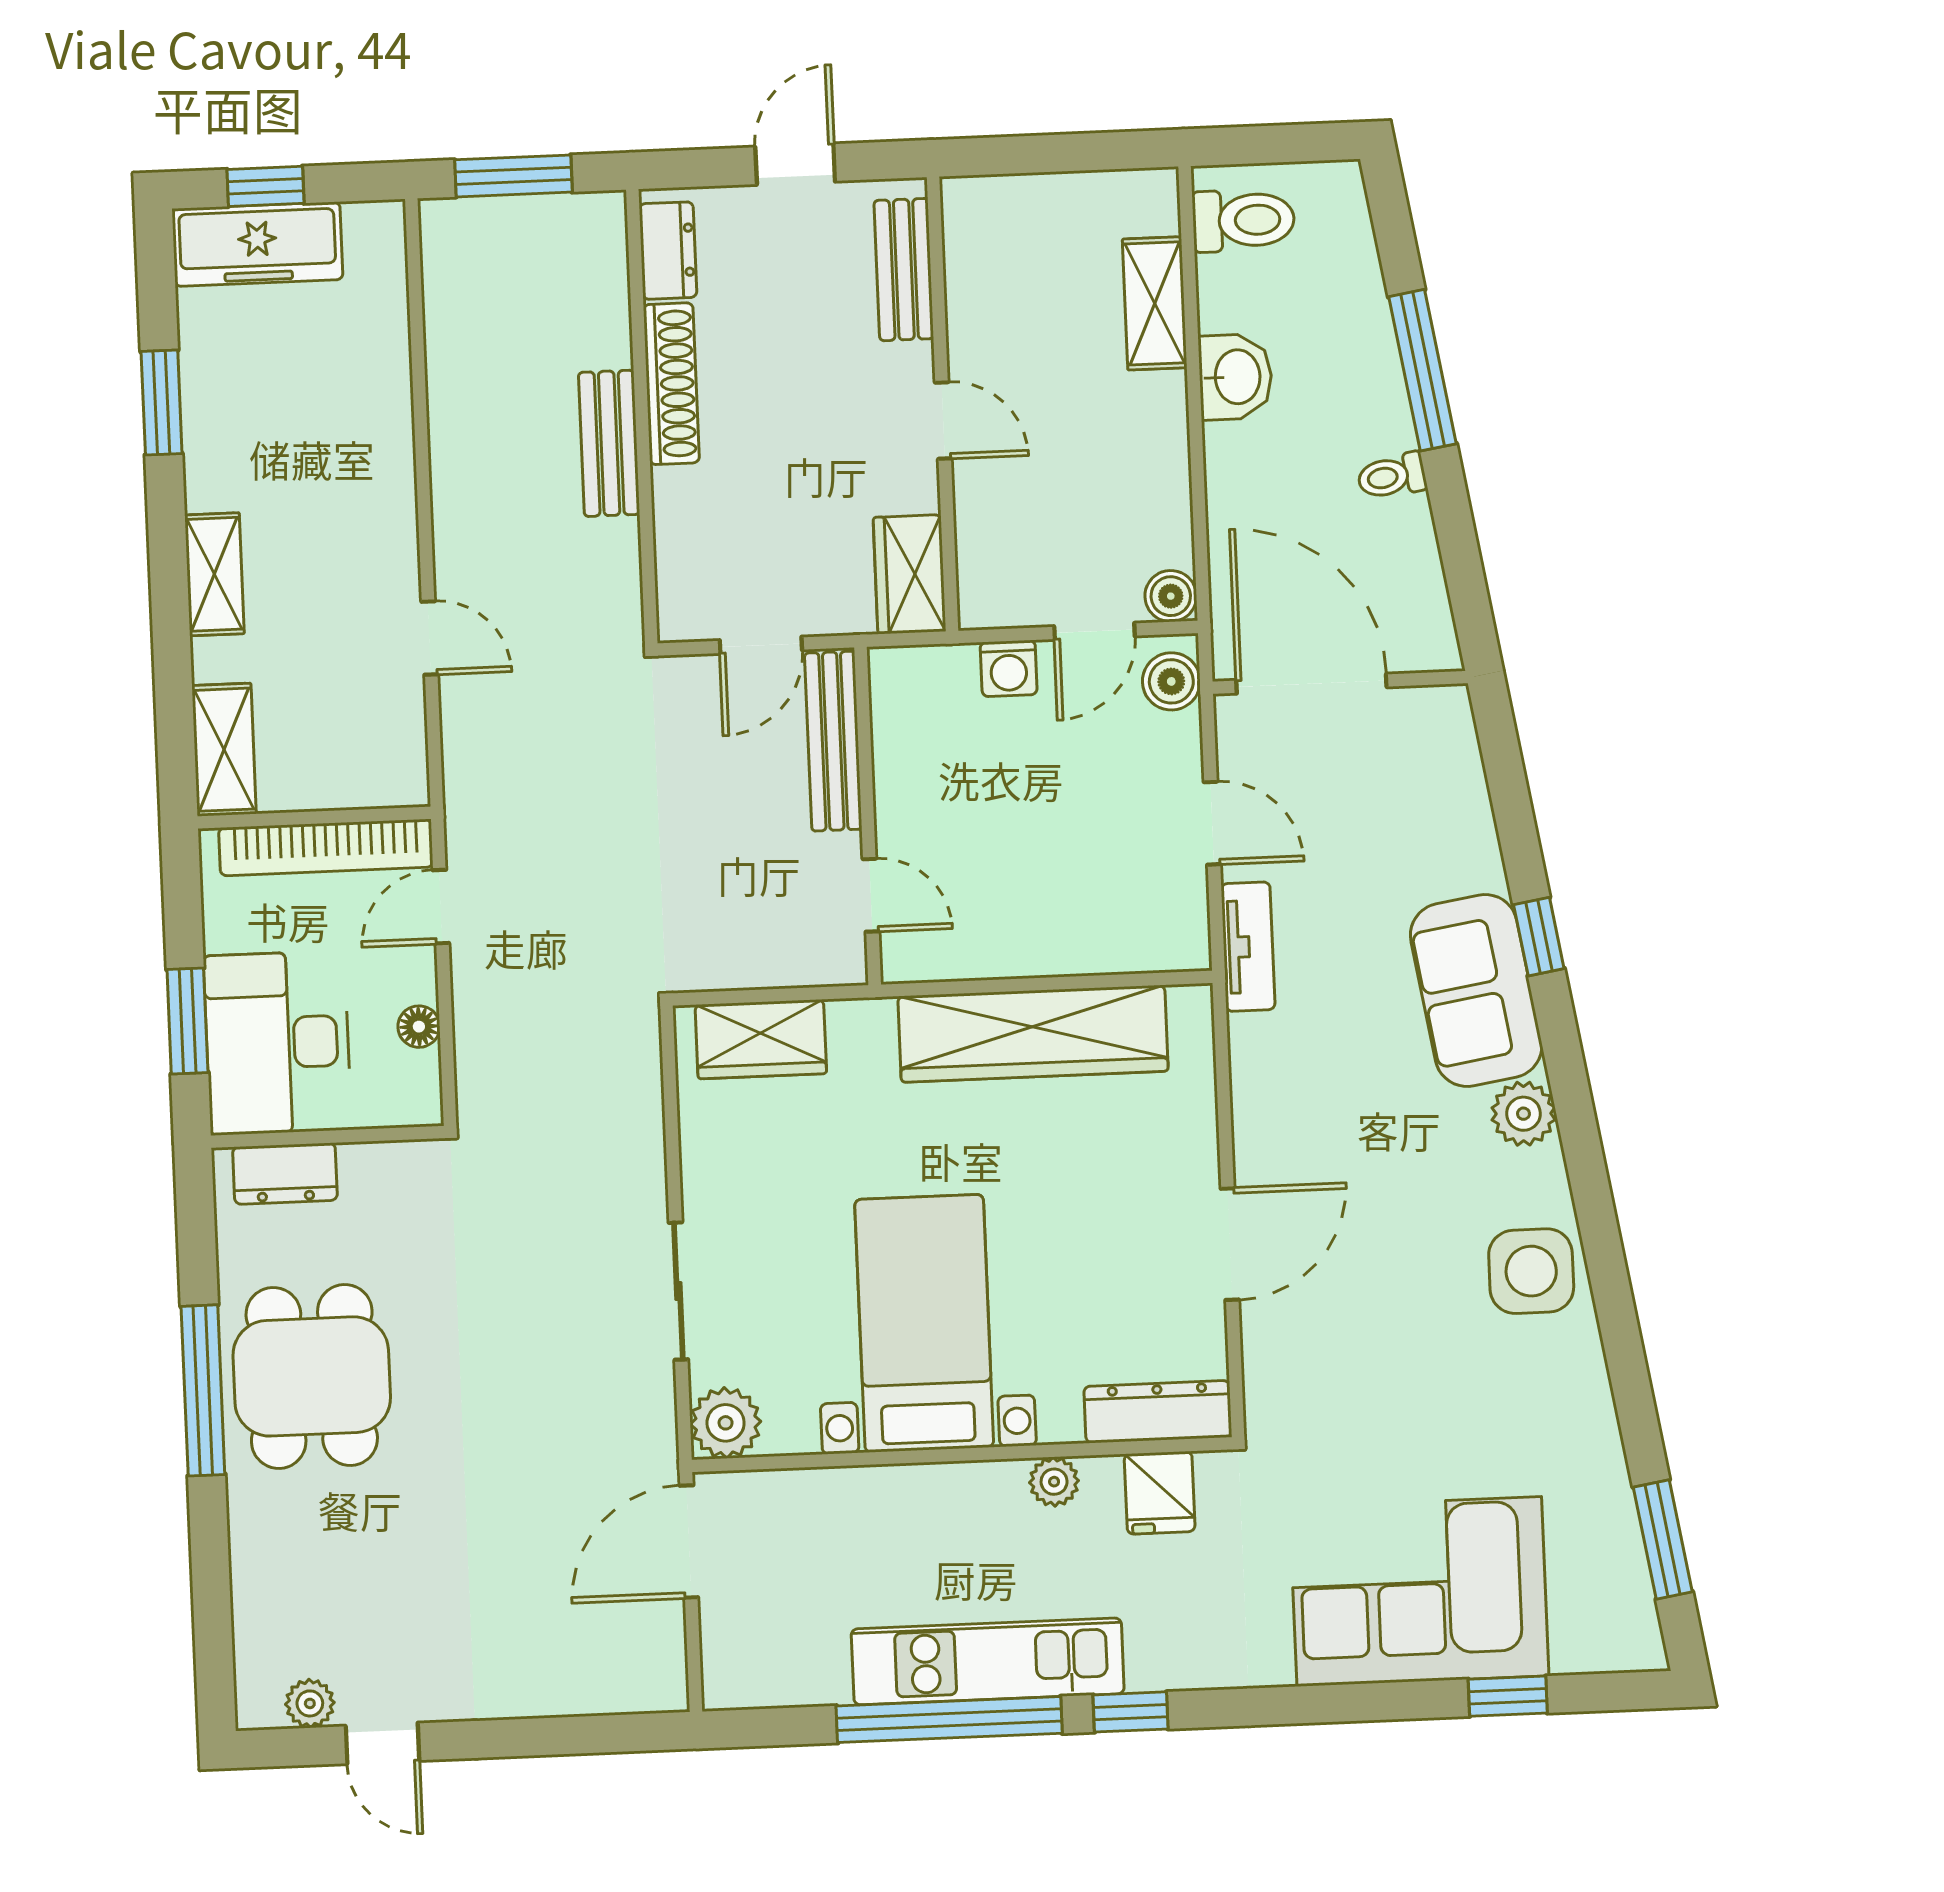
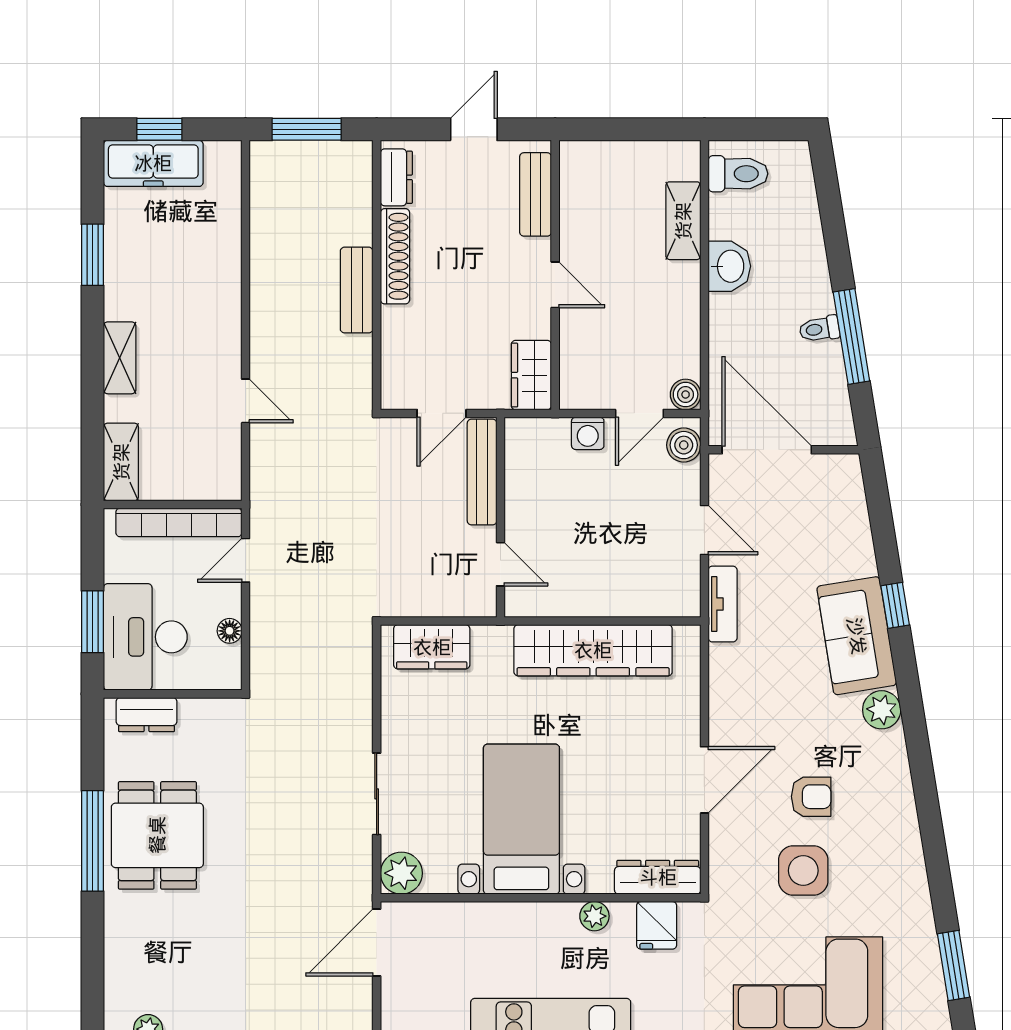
window: (1422, 370) -> (851, 336), moved
armchair: (1411, 1265) -> (811, 797), added
side table: (1531, 1271) -> (803, 871), moved

